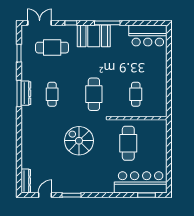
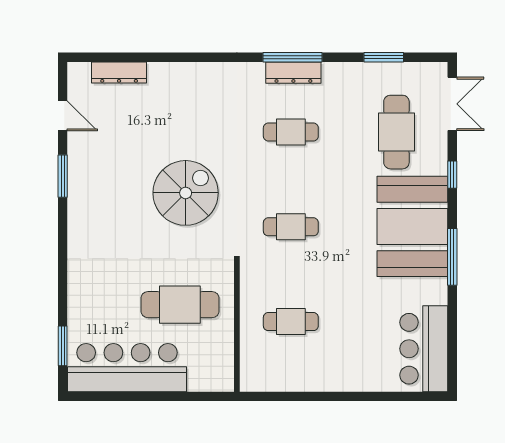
booth: (94, 36) -> (412, 226), width x1.36, depth x1.42
cafe table: (94, 94) -> (291, 227), width x0.73, depth x0.74
dresser: (26, 181) -> (119, 73), moved
bar counter: (141, 182) -> (127, 368), moved, turned -90

